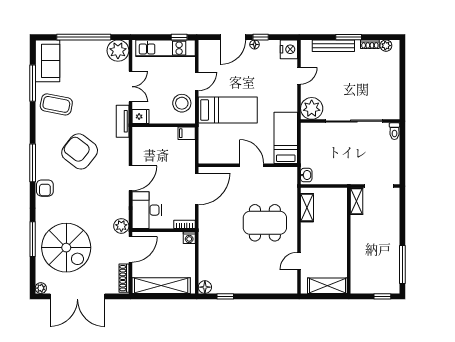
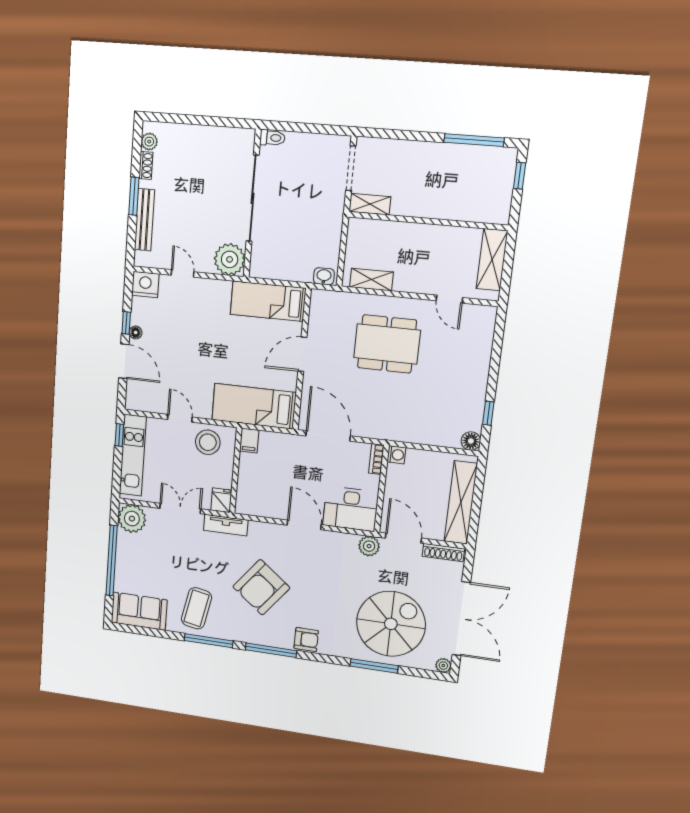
window: (33, 83) -> (209, 641), moved
bed: (228, 110) -> (254, 406), moved, turned -90
dining table: (265, 223) -> (387, 344), turned 90

